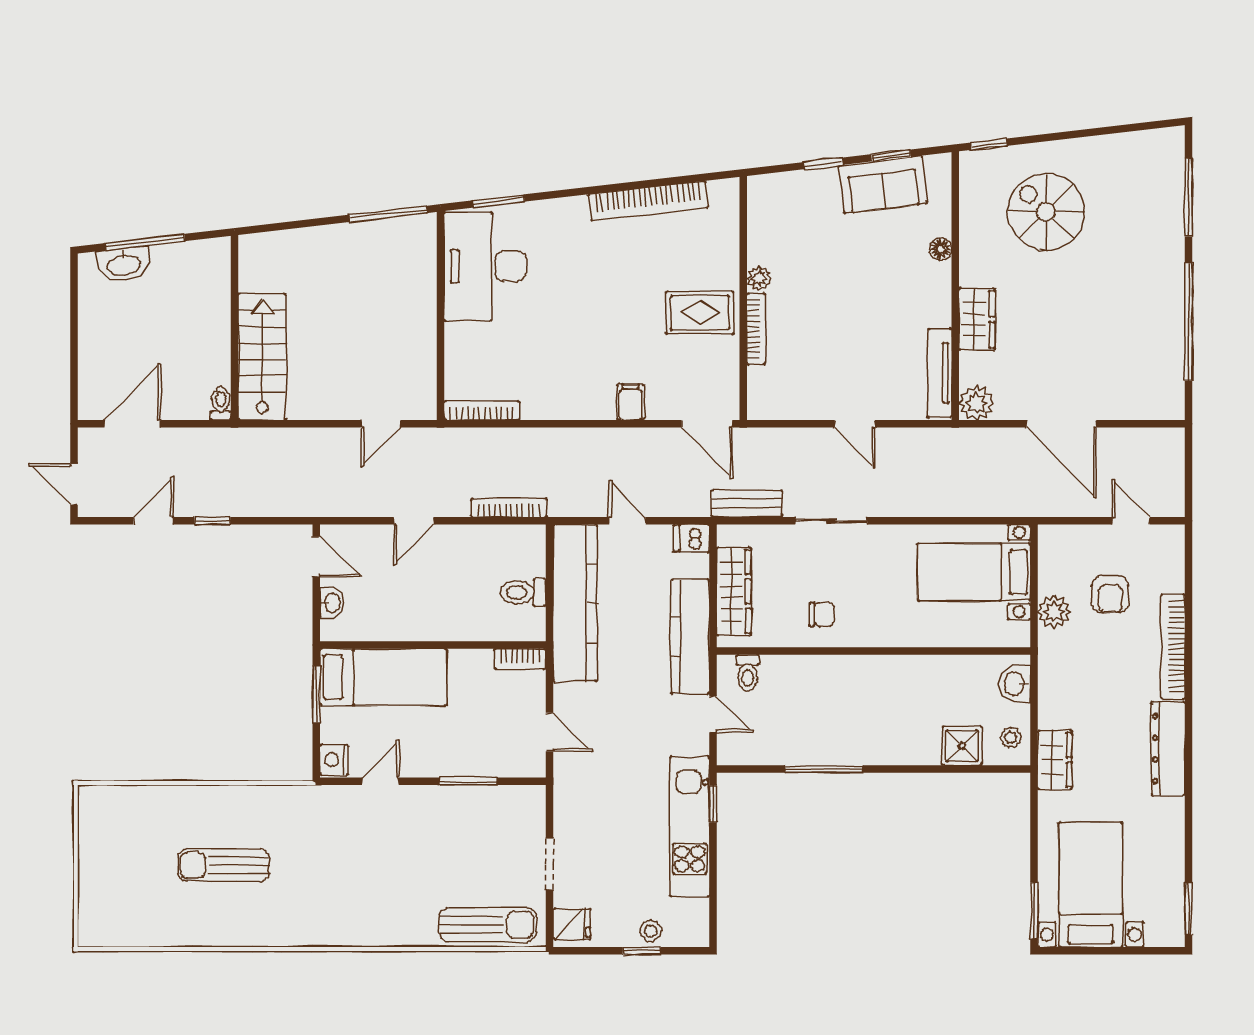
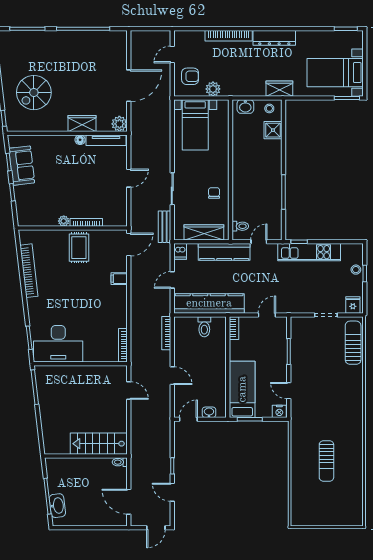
floor lamp: (941, 249) -> (80, 140), moved
armchair: (1110, 594) -> (190, 76), moved

